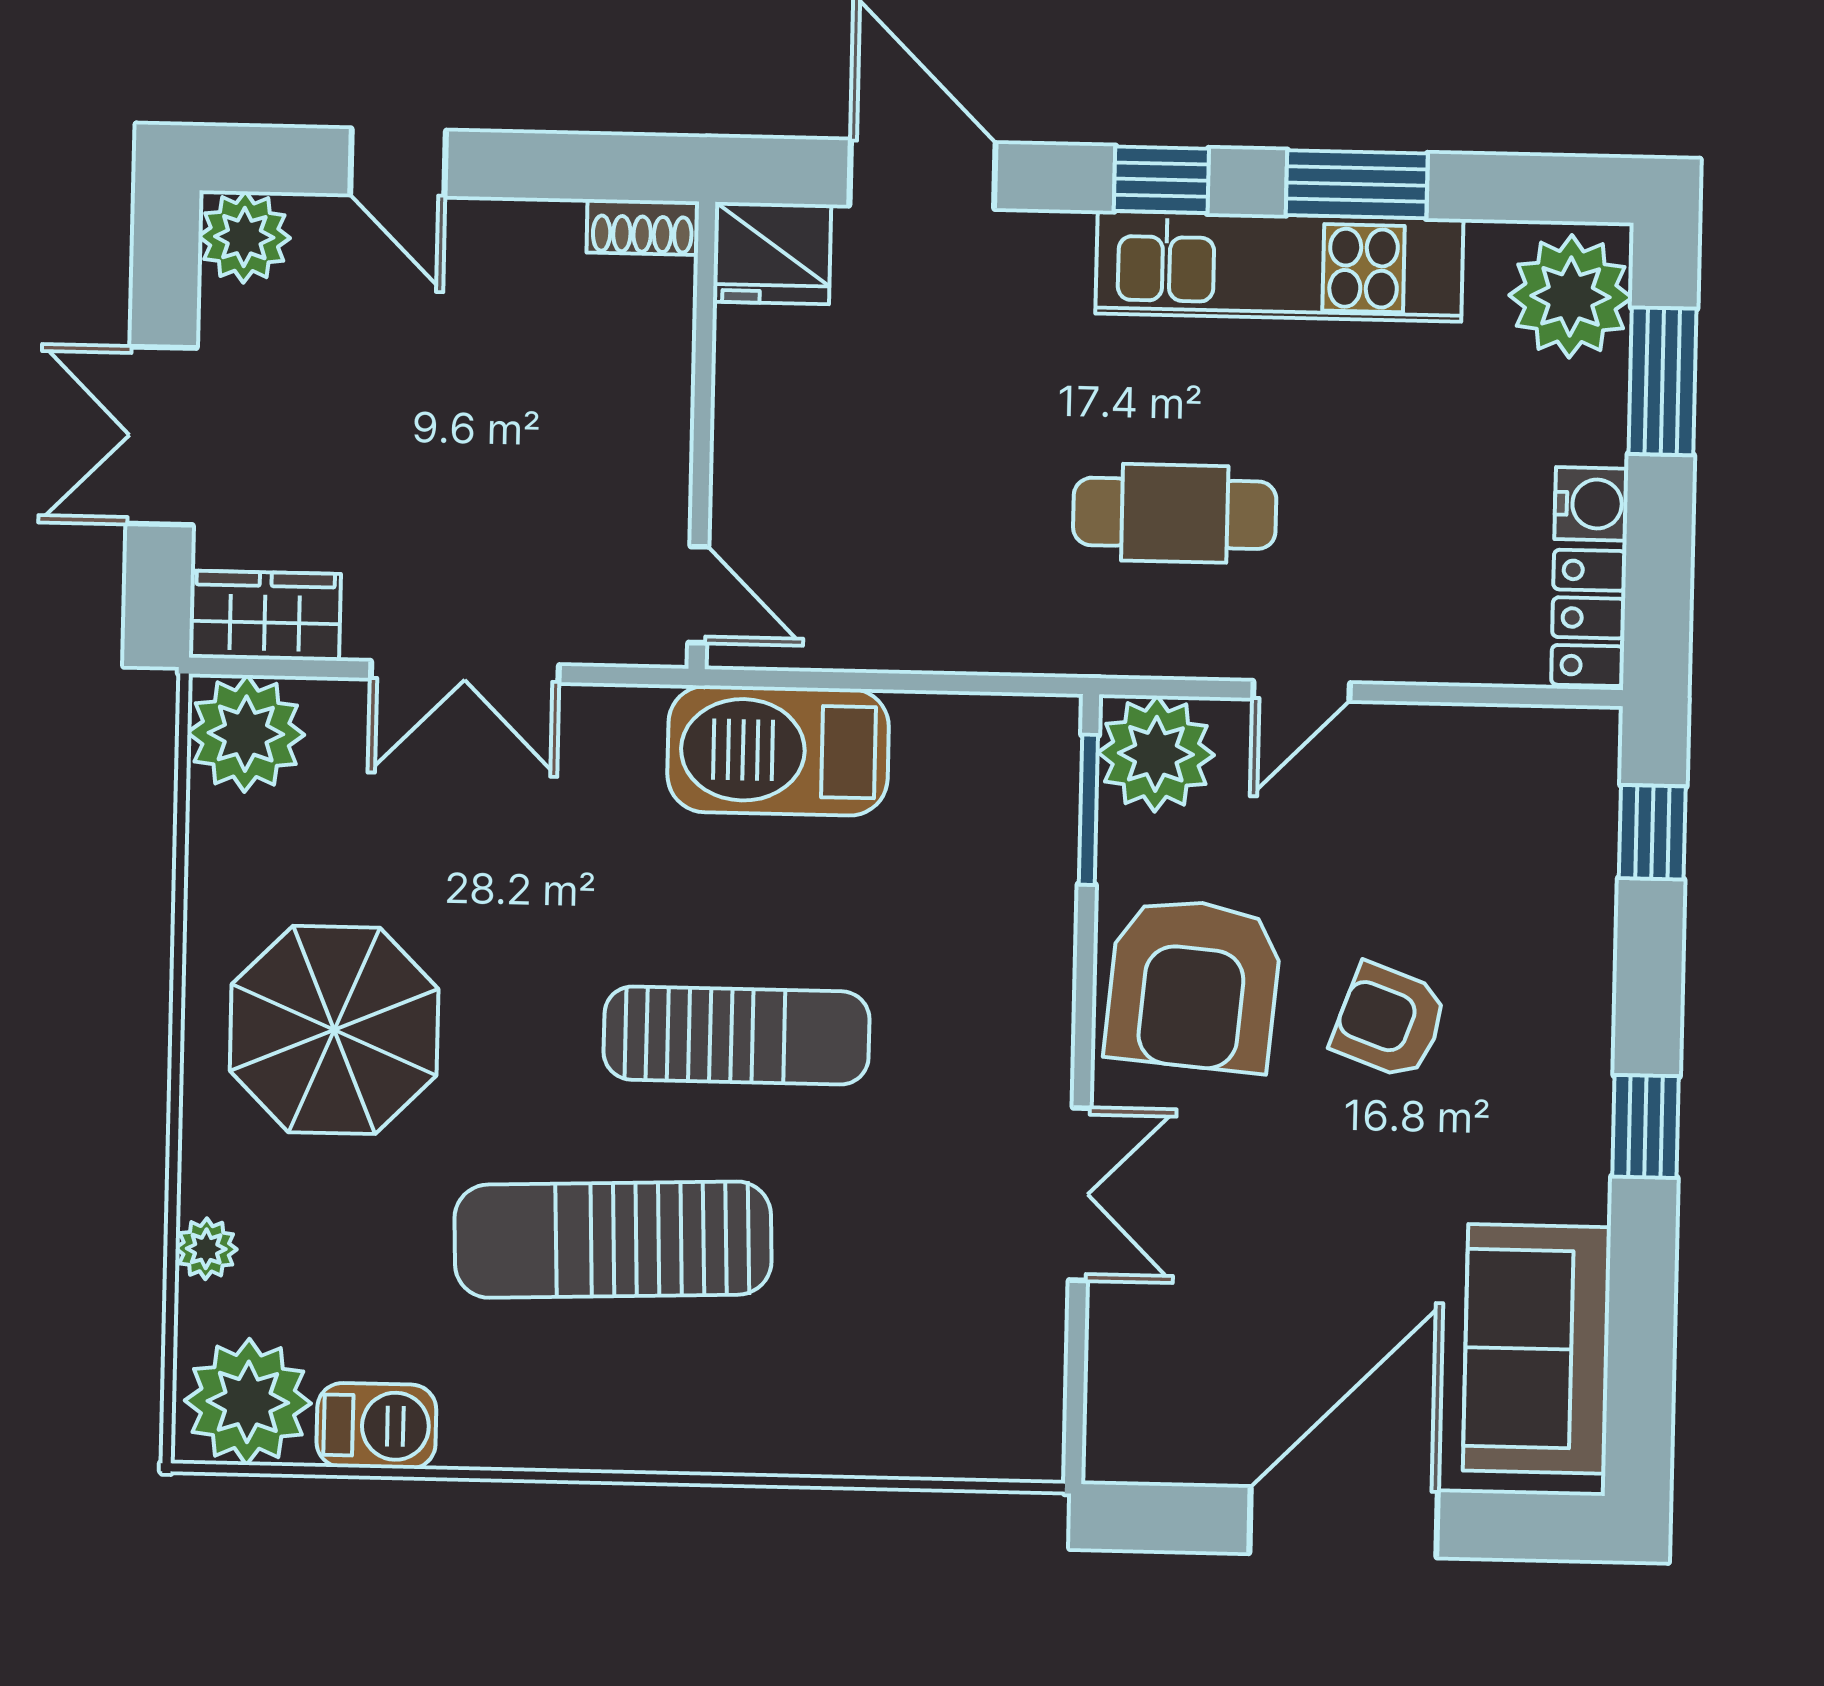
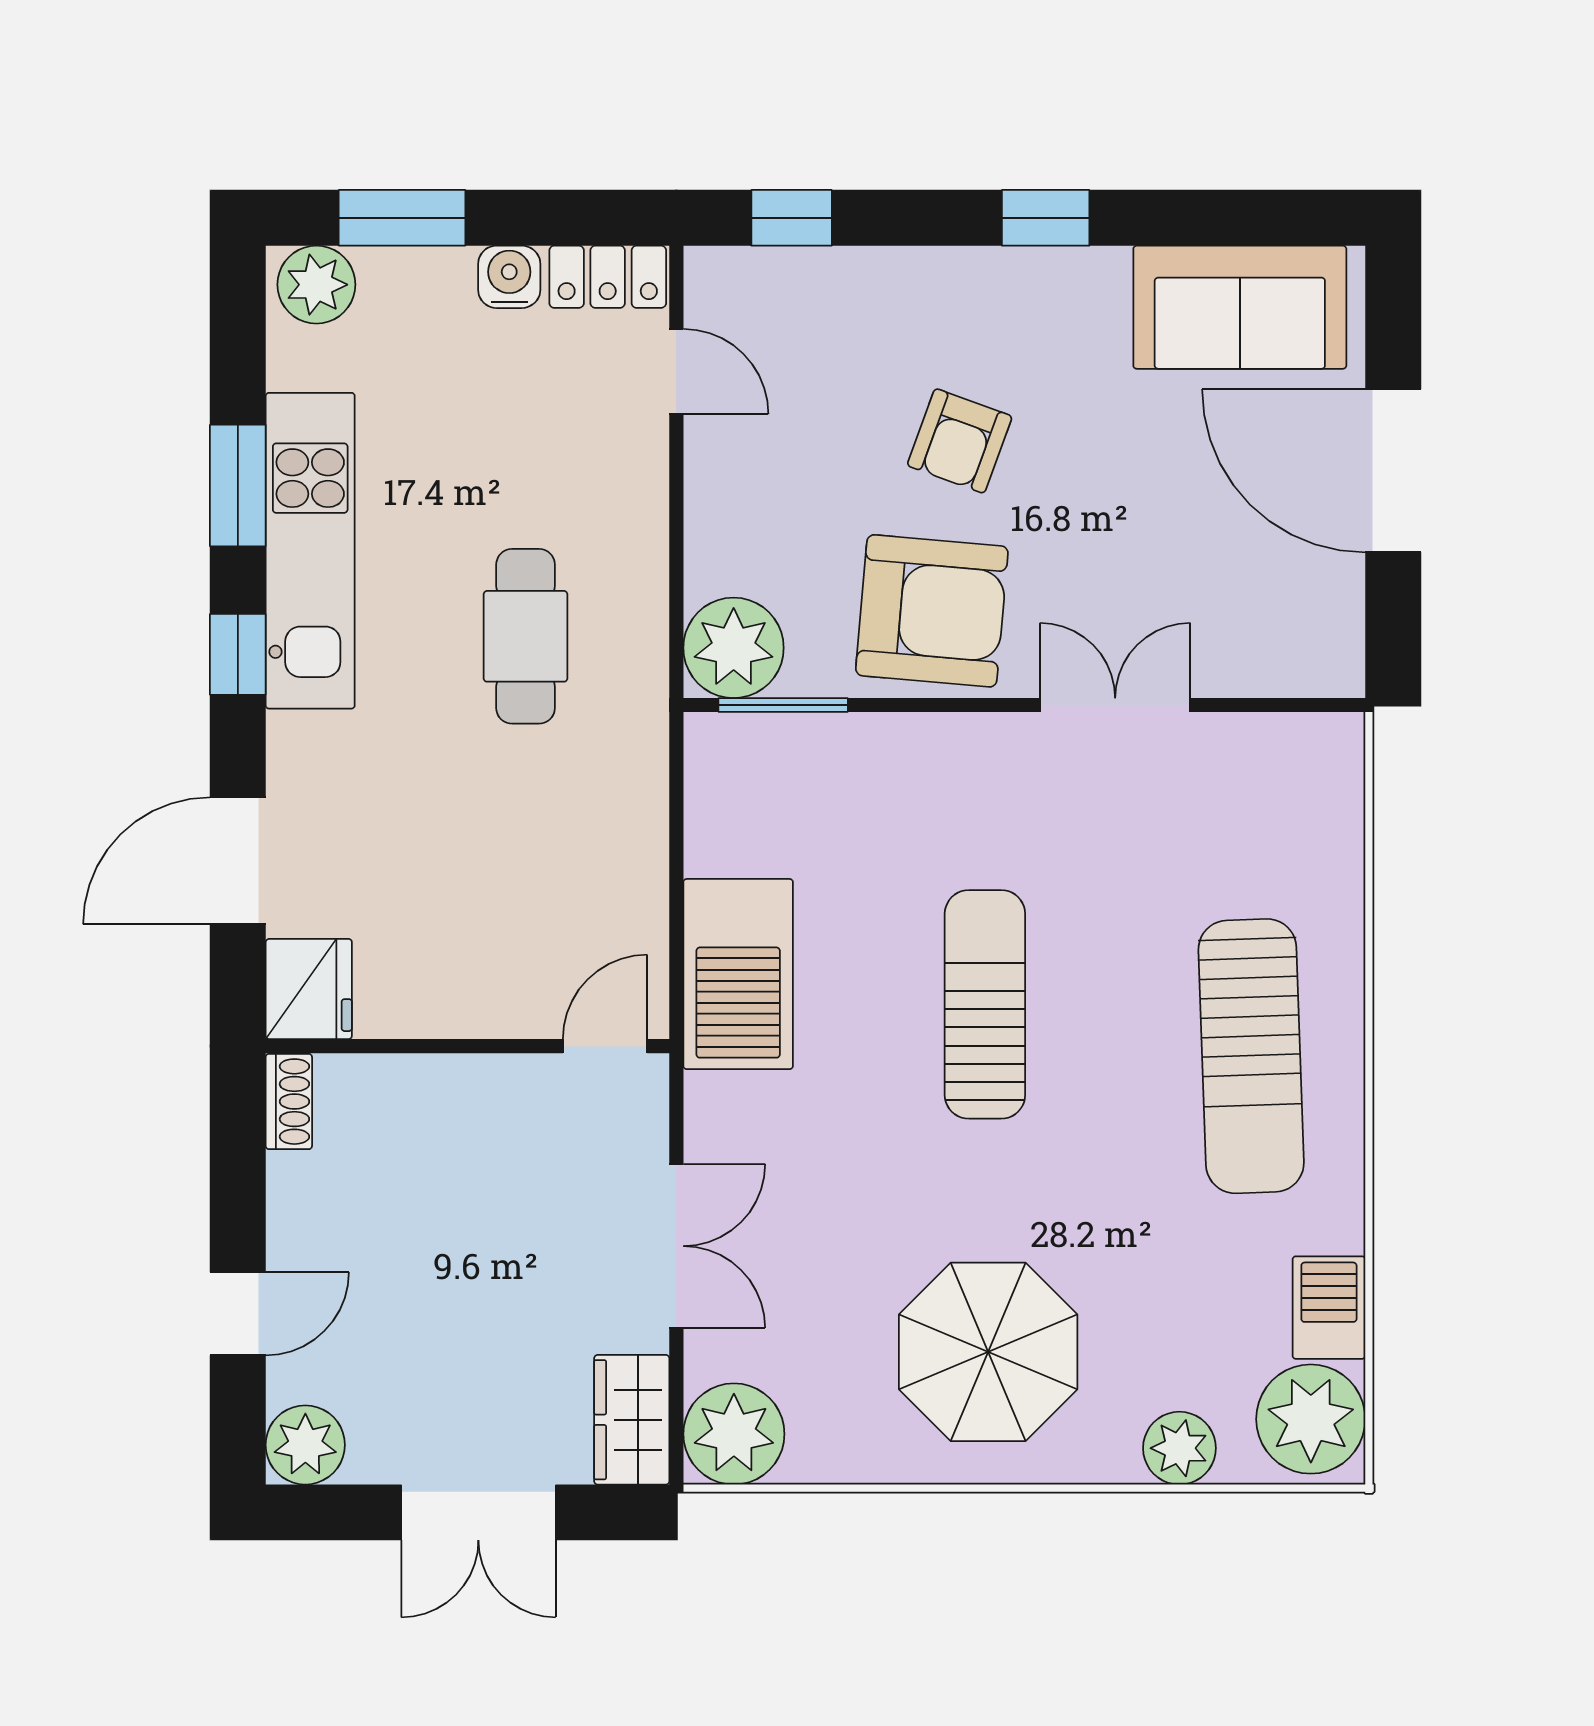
plant: (1571, 296) -> (316, 285), width x0.73, depth x0.73
door: (1301, 691) -> (676, 372), moved
sun lounger: (613, 1240) -> (1251, 1056), moved
plant: (206, 1249) -> (1179, 1448), width x1.38, depth x1.38

